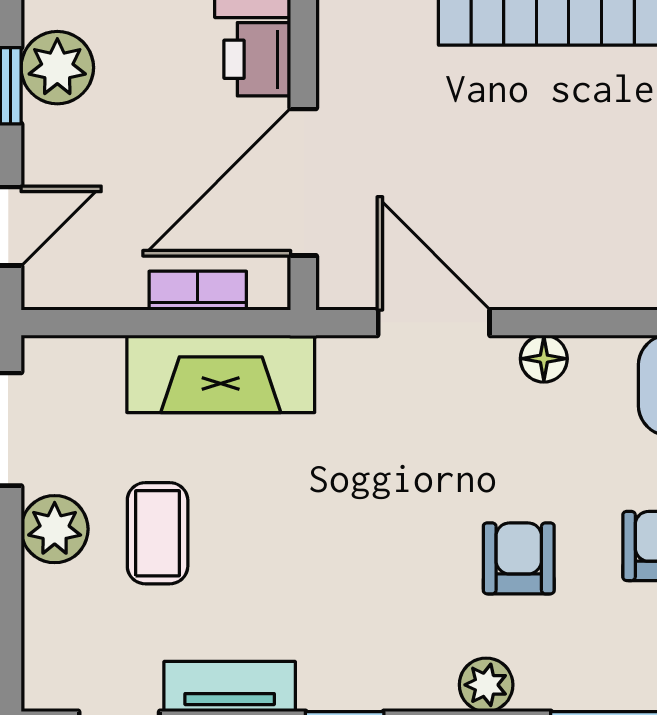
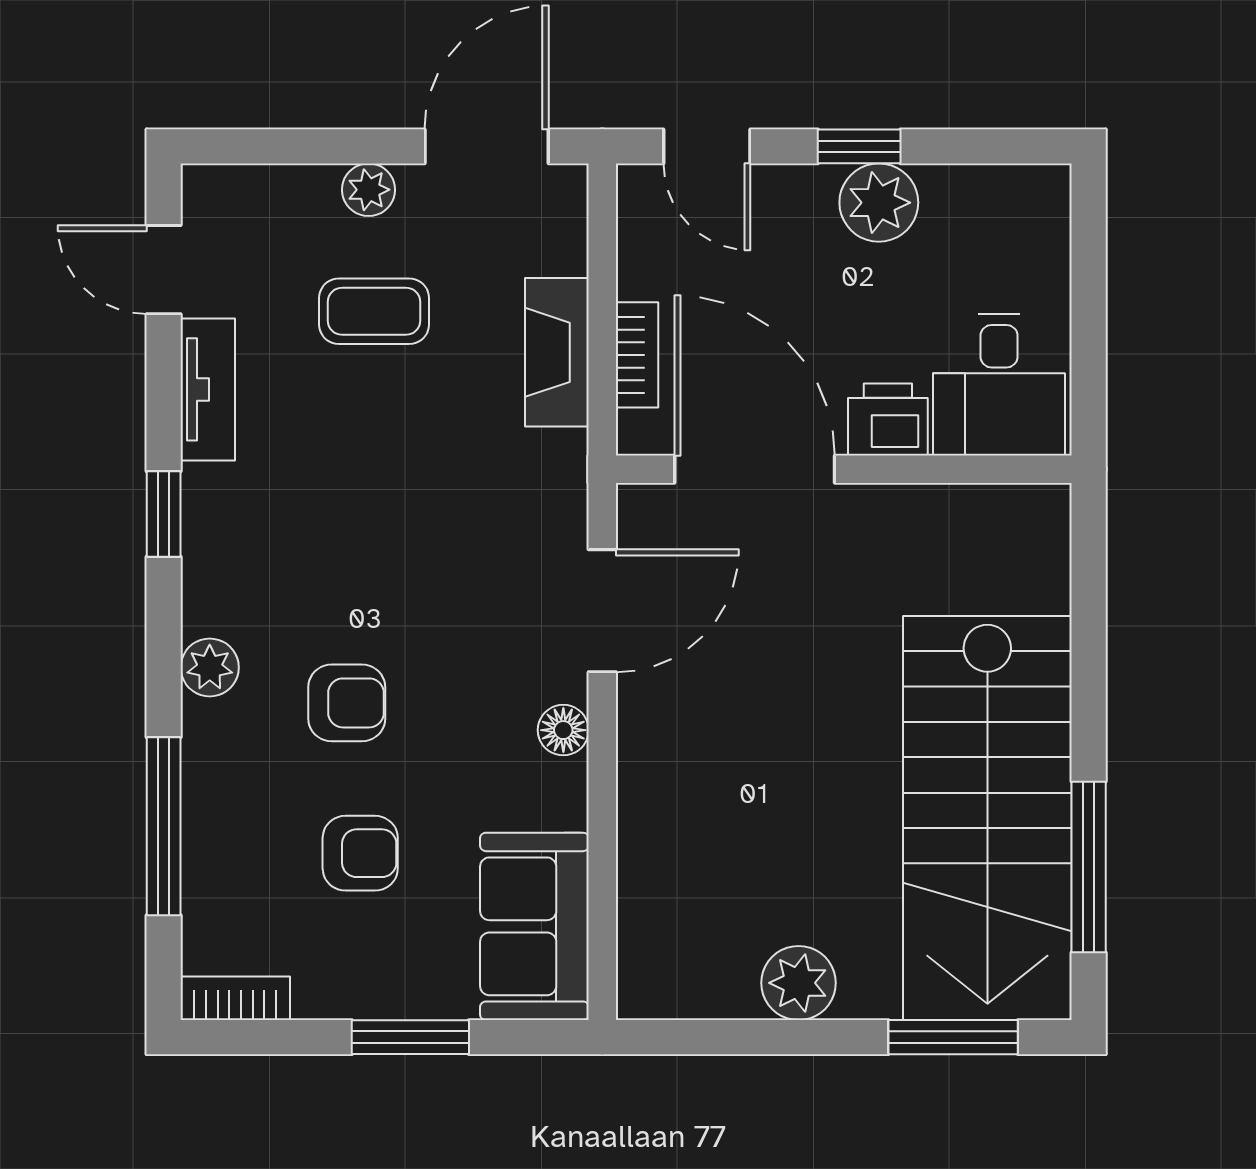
fireplace: (221, 374) -> (557, 352), width x0.73, depth x0.76
plant: (55, 529) -> (369, 190), width x0.73, depth x0.73

